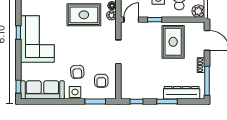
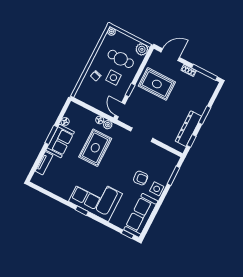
armchair: (101, 81) -> (159, 162), removed
dresser: (182, 93) -> (188, 129), moved

